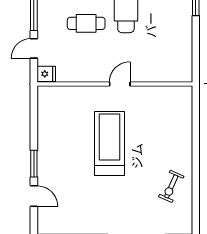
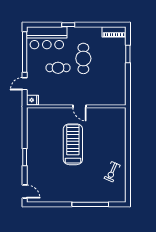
door: (120, 84) -> (79, 106), swing flipped
door: (34, 196) -> (25, 191), moved

